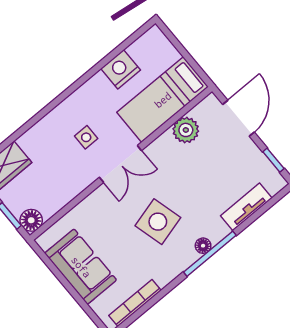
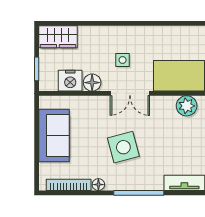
nightstand: (121, 69) -> (70, 81), moved, turned 180
floor lamp: (31, 220) -> (92, 83), moved
floor lamp: (203, 246) -> (98, 185), moved

